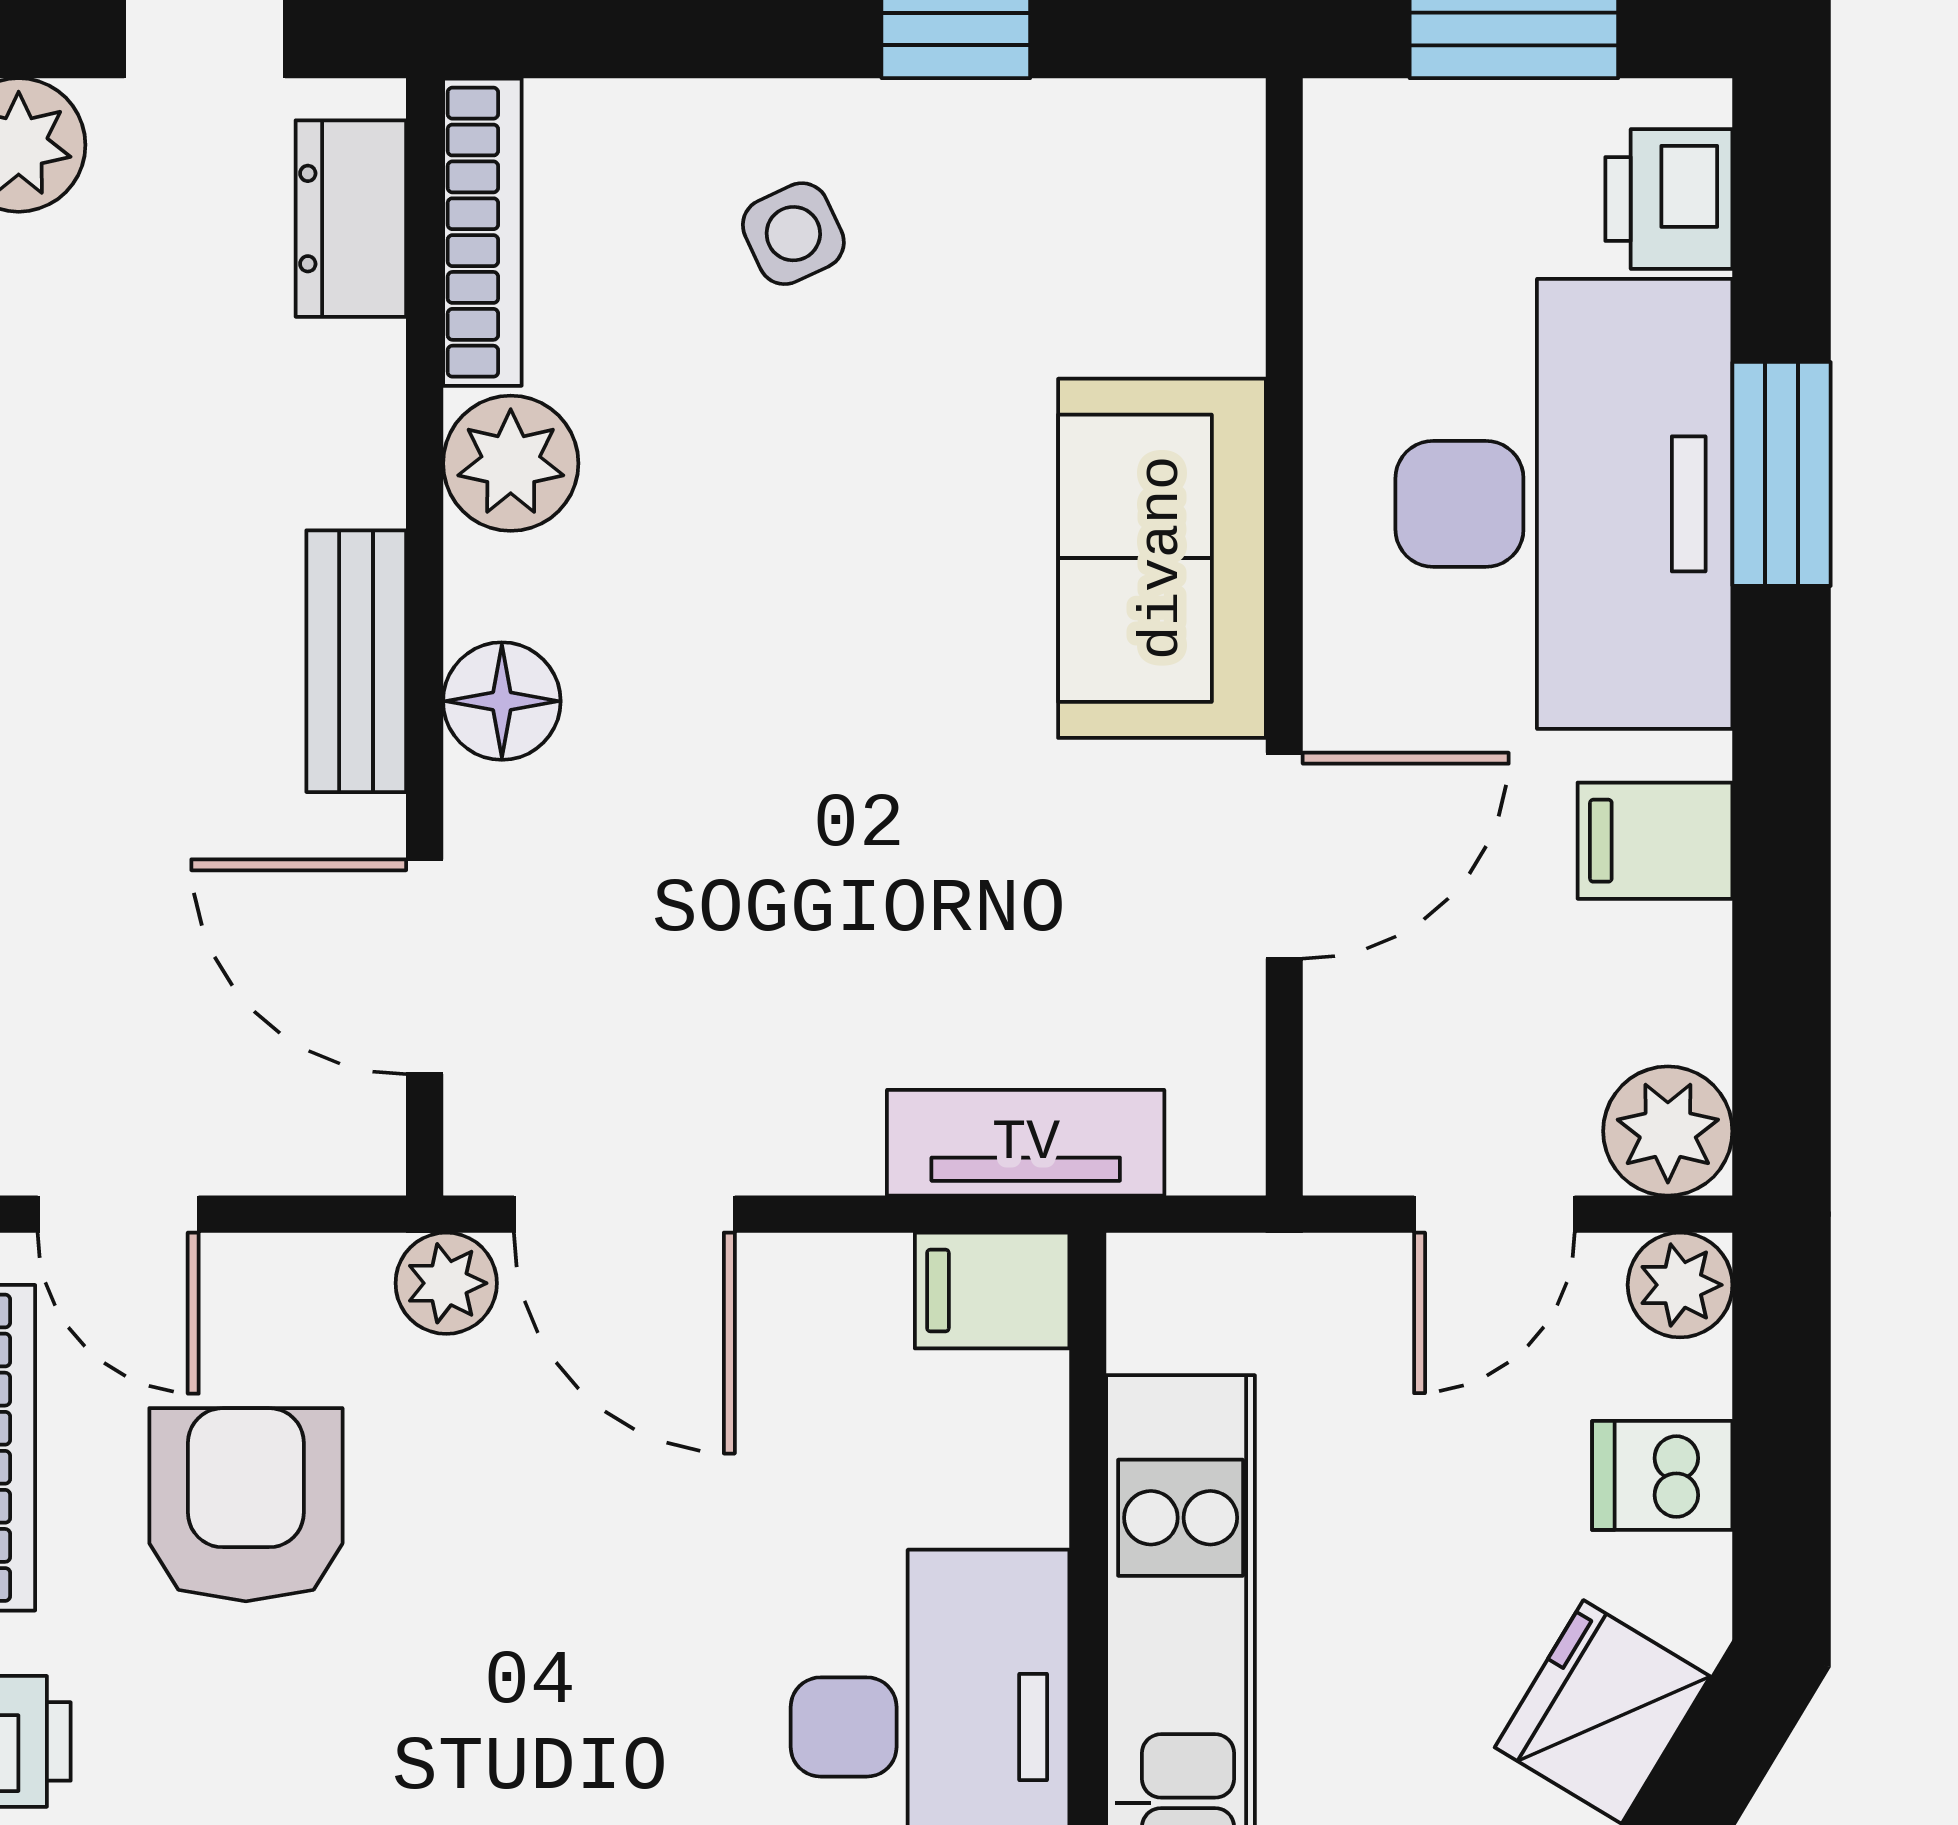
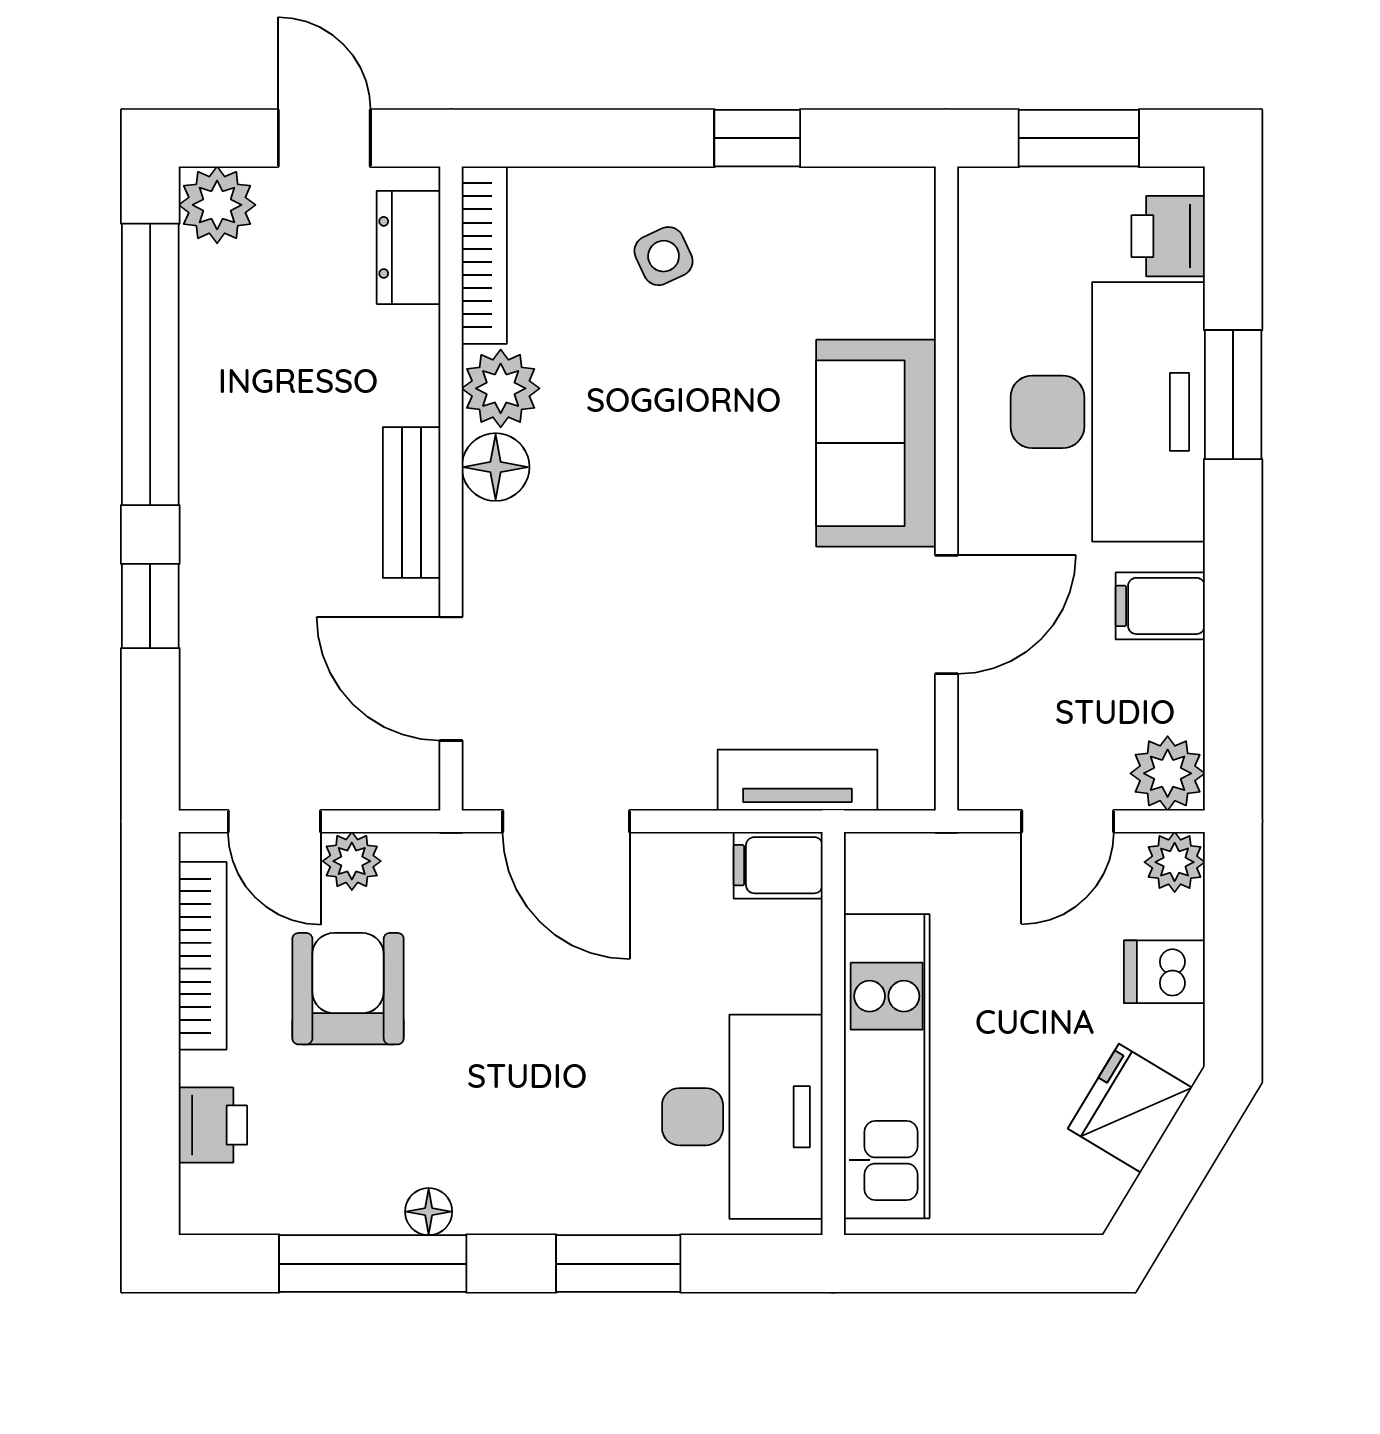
floor lamp: (502, 701) -> (496, 467), moved
plant: (446, 1283) -> (352, 861), moved

